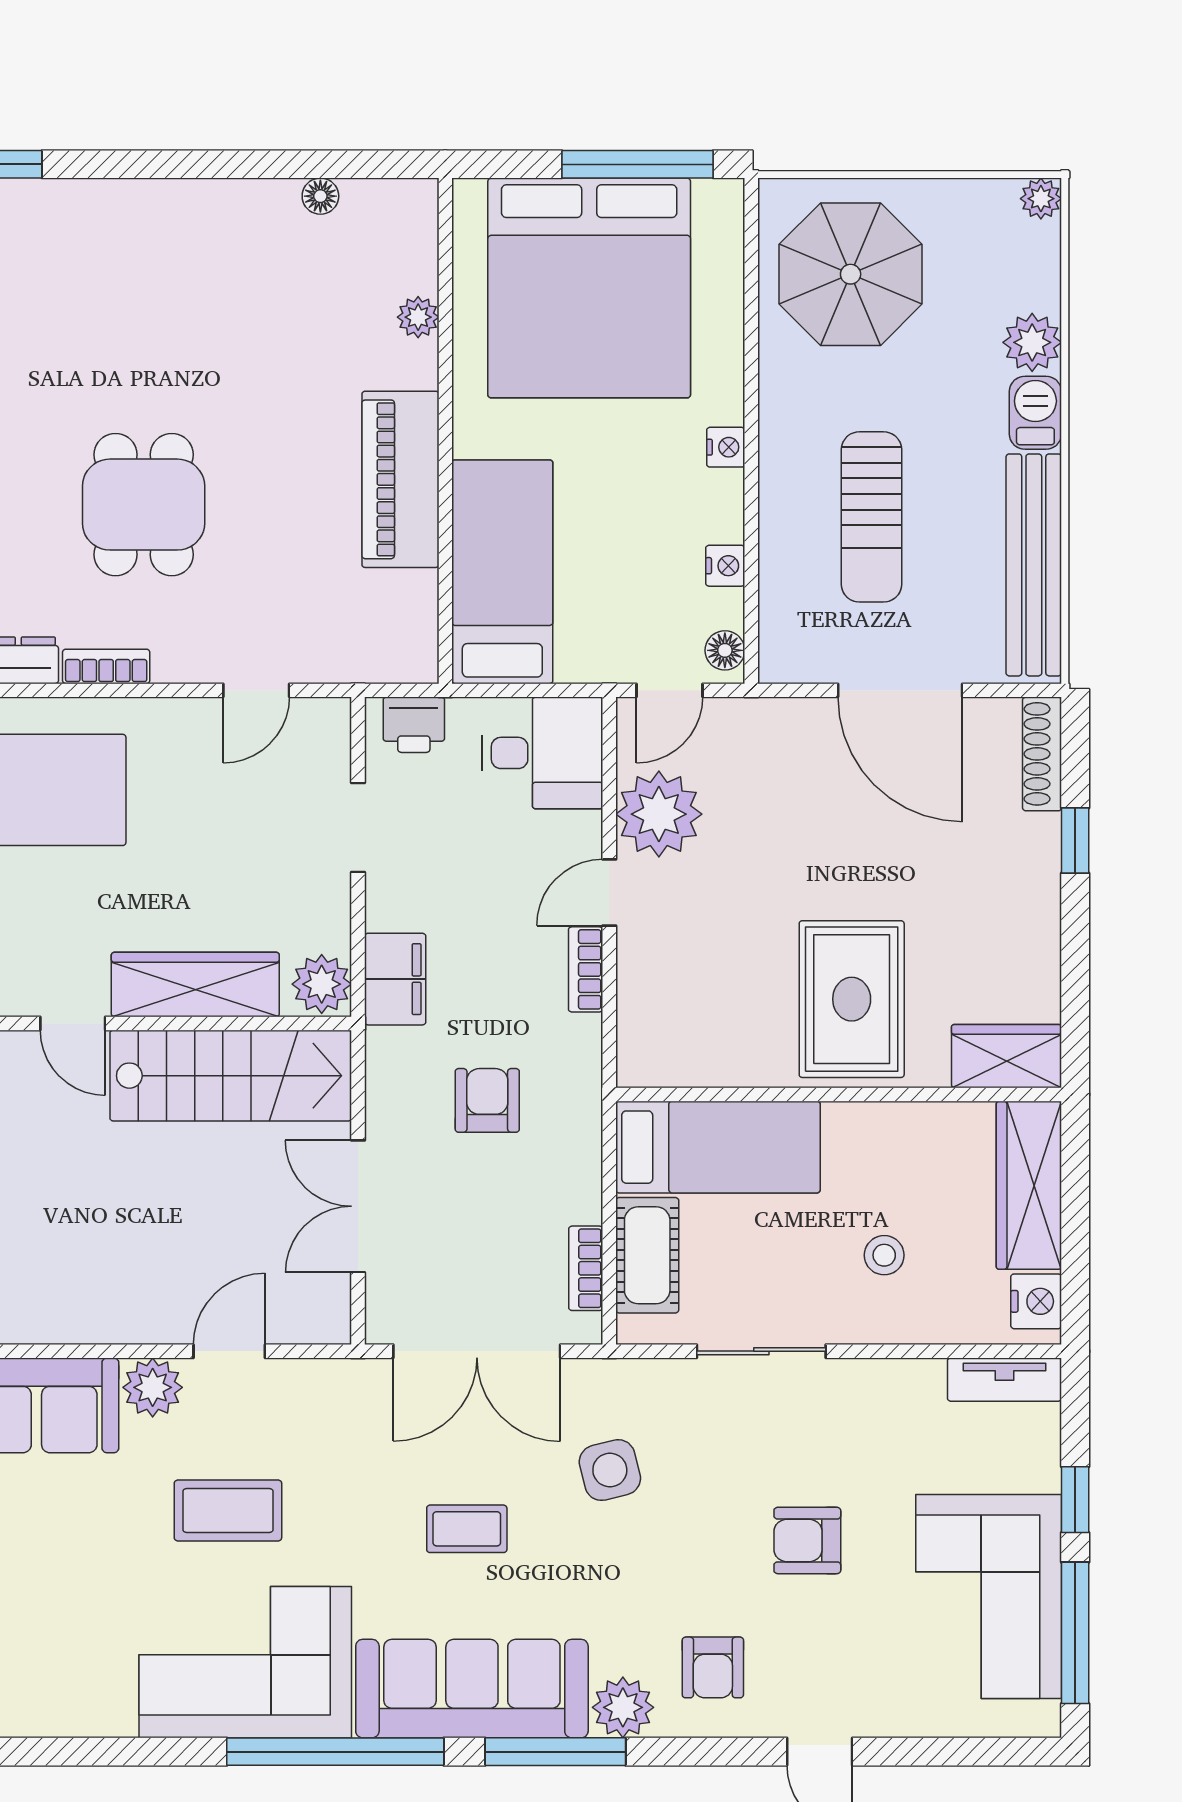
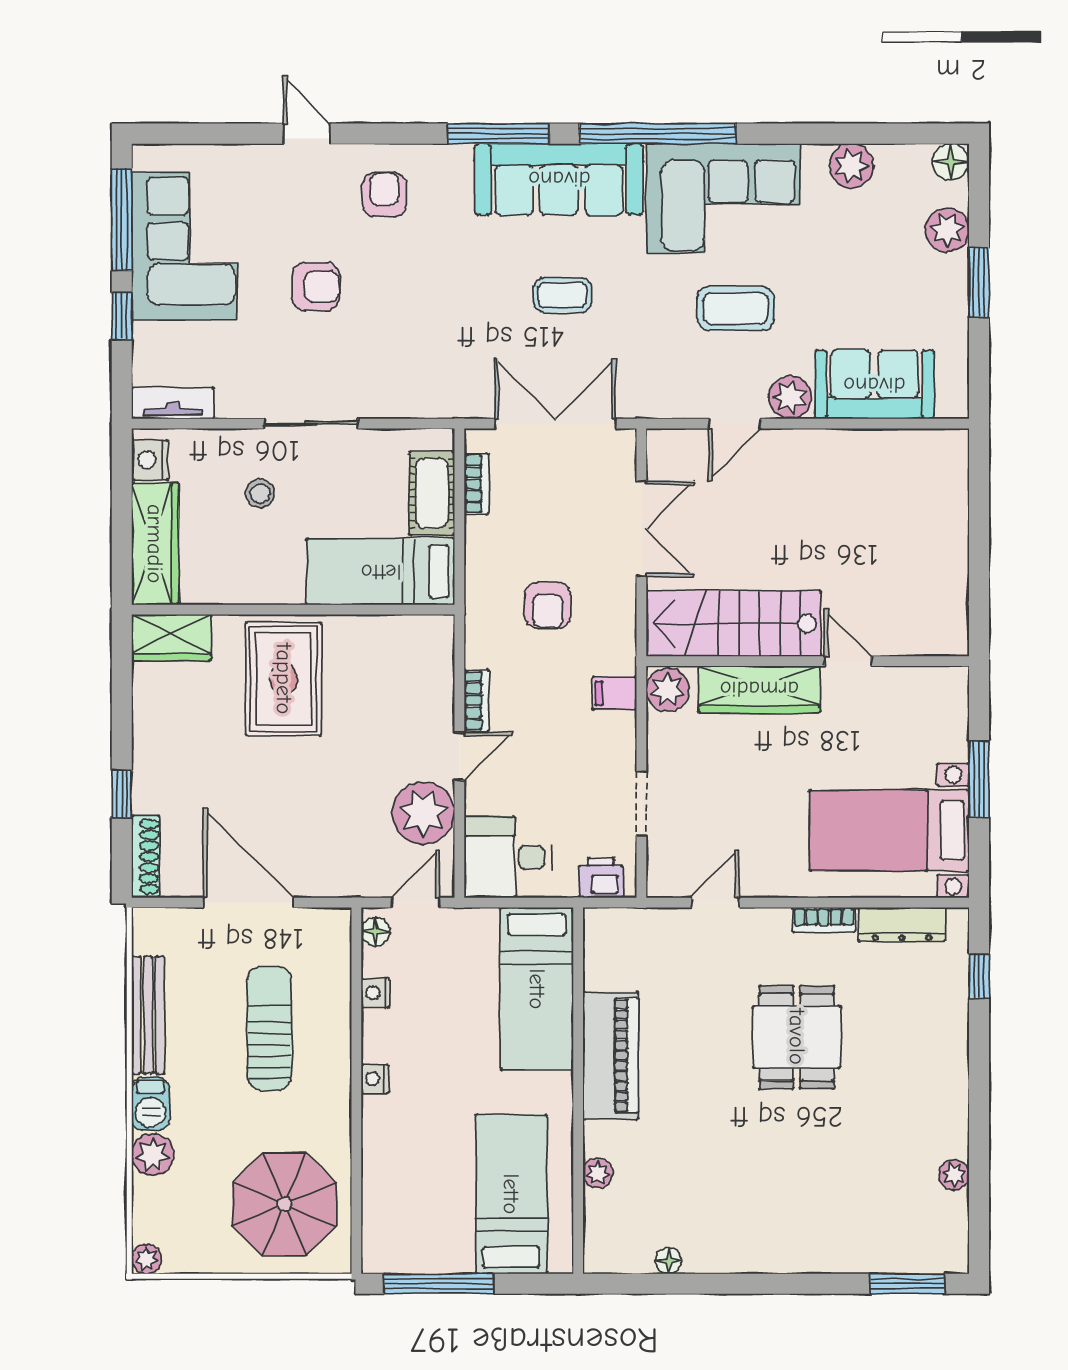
bed: (589, 288) -> (511, 1194), width x0.49
bench: (1034, 565) -> (148, 1015), width x0.73, depth x0.82
filing cabinet: (395, 979) -> (614, 693), width x0.50
sliding door: (761, 1351) -> (311, 424), moved
side table: (610, 1470) -> (459, 338), removed
plant: (623, 1707) -> (851, 166), moved

